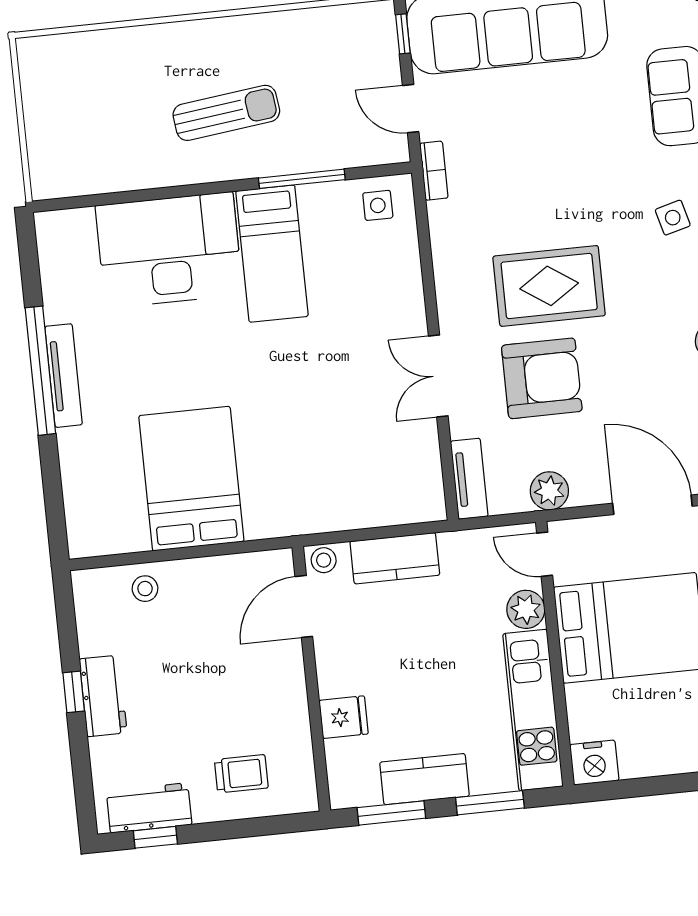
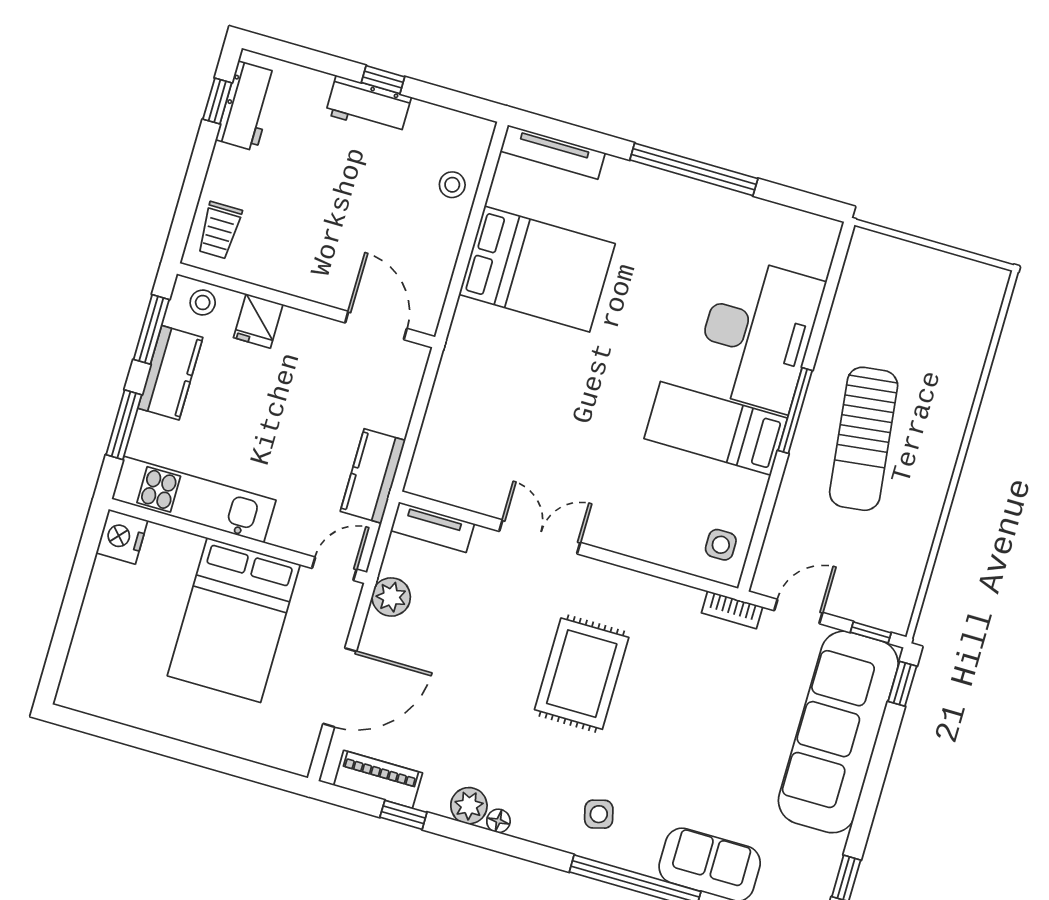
sun lounger: (226, 113) -> (864, 439), width x1.36, depth x1.34
window: (302, 179) -> (795, 411), moved
tv unit: (64, 376) -> (553, 152), moved
armchair: (542, 378) -> (499, 632), removed
kitchen counter: (395, 558) -> (373, 476), moved
stool: (324, 560) -> (203, 302), moved
plant: (526, 609) -> (290, 531), removed
trolley: (241, 774) -> (219, 230), moved

